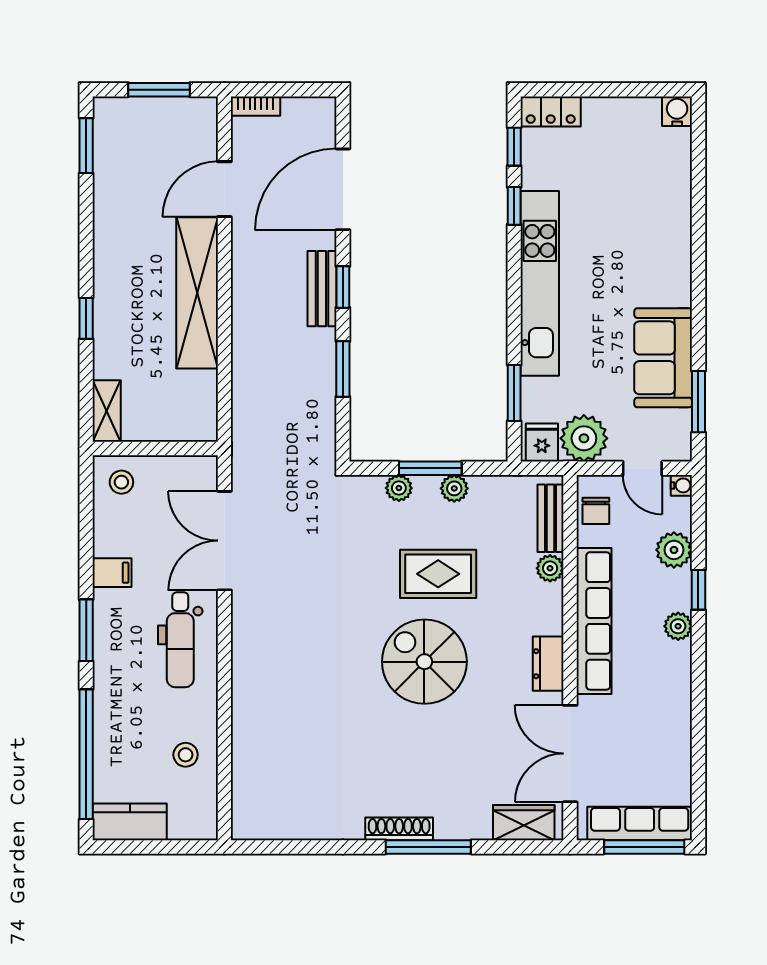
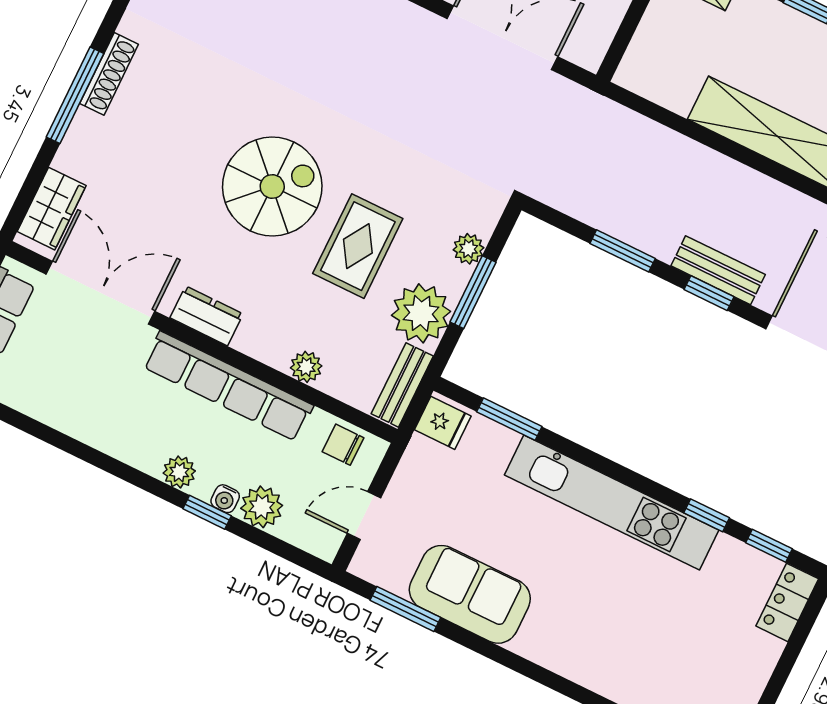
plant: (584, 438) -> (426, 469), removed
water cooler: (681, 485) -> (225, 499), moved
plant: (454, 488) -> (421, 313), width x1.88, depth x1.88
bench: (551, 518) -> (402, 385), moved, turned 90

